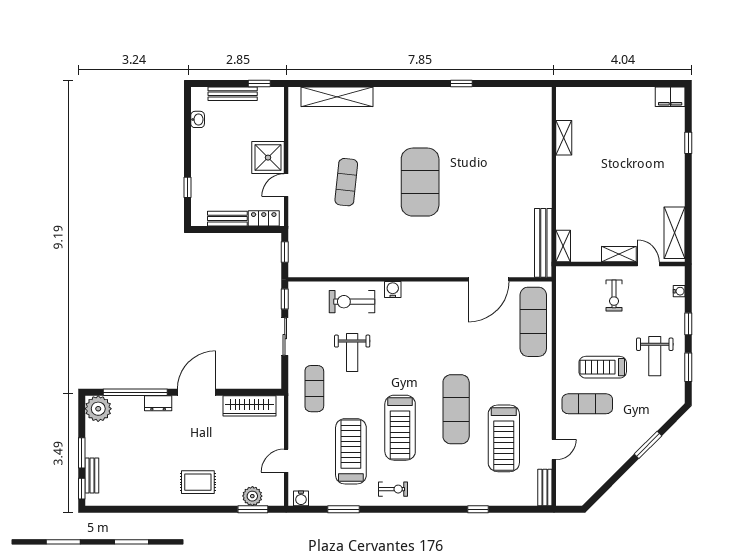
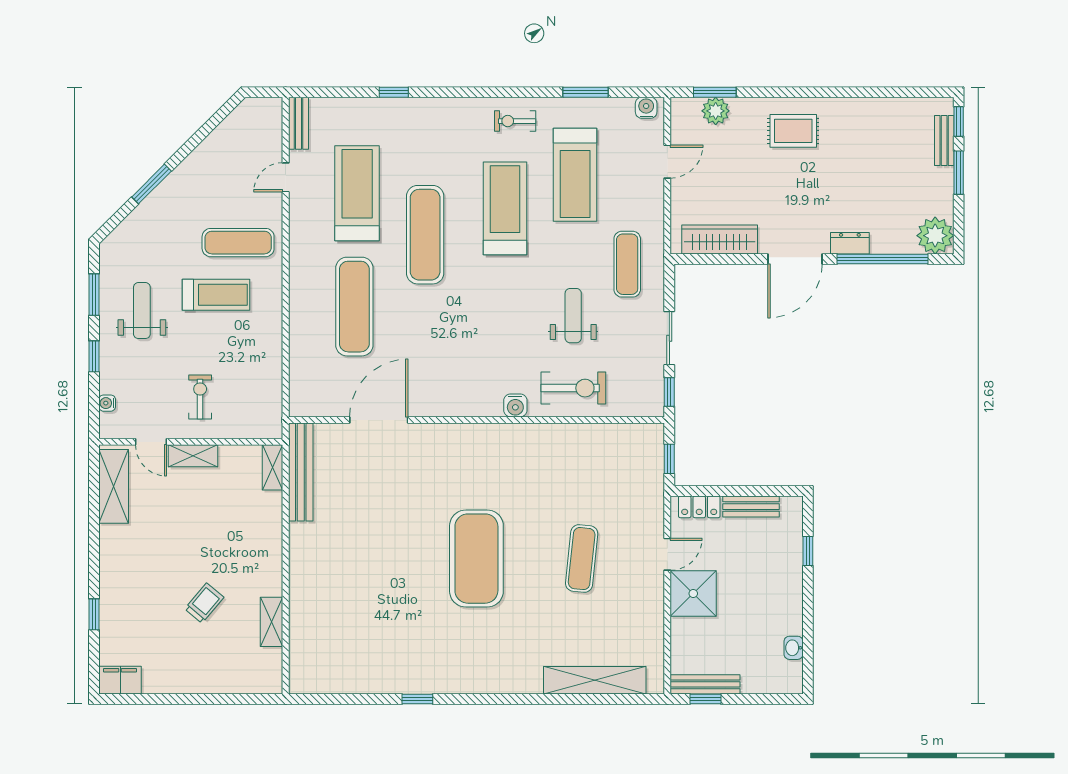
bench: (233, 94) -> (705, 684), moved
trolley: (611, 151) -> (204, 603), added
exercise mat: (533, 322) -> (354, 307), moved

